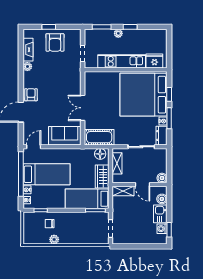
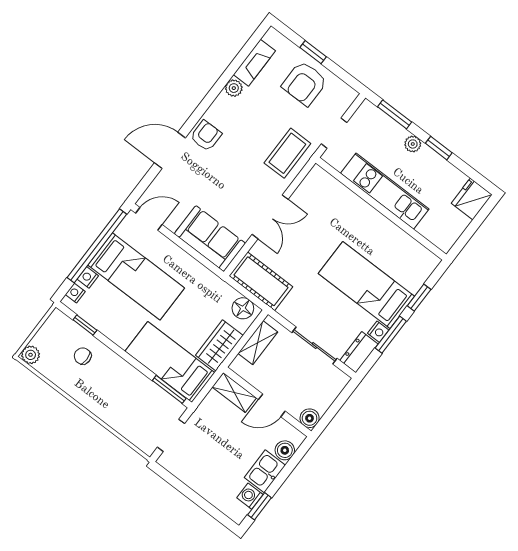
fridge: (154, 61) -> (472, 199), moved, turned -90
coffee table: (70, 76) -> (287, 153), added
bed: (143, 95) -> (366, 285), width x0.49
double door: (83, 108) -> (270, 217), swing flipped
door: (142, 185) -> (272, 405), hinge flipped
plant: (54, 239) -> (31, 355), moved

